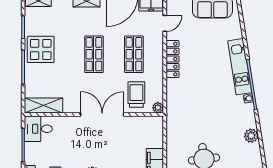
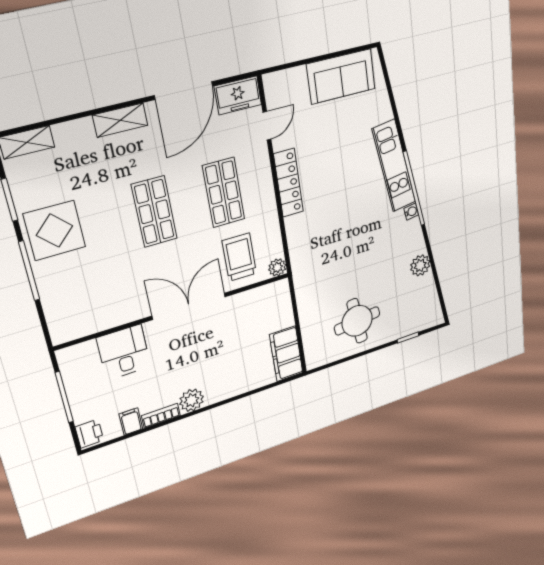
shelving: (44, 106) -> (84, 324), removed
desk: (38, 129) -> (124, 352), moved, turned 90

